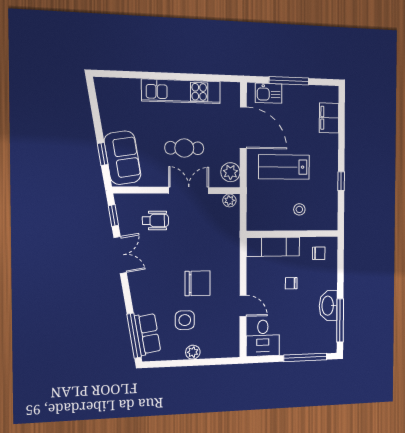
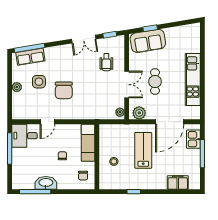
window: (305, 357) -> (10, 149), moved

